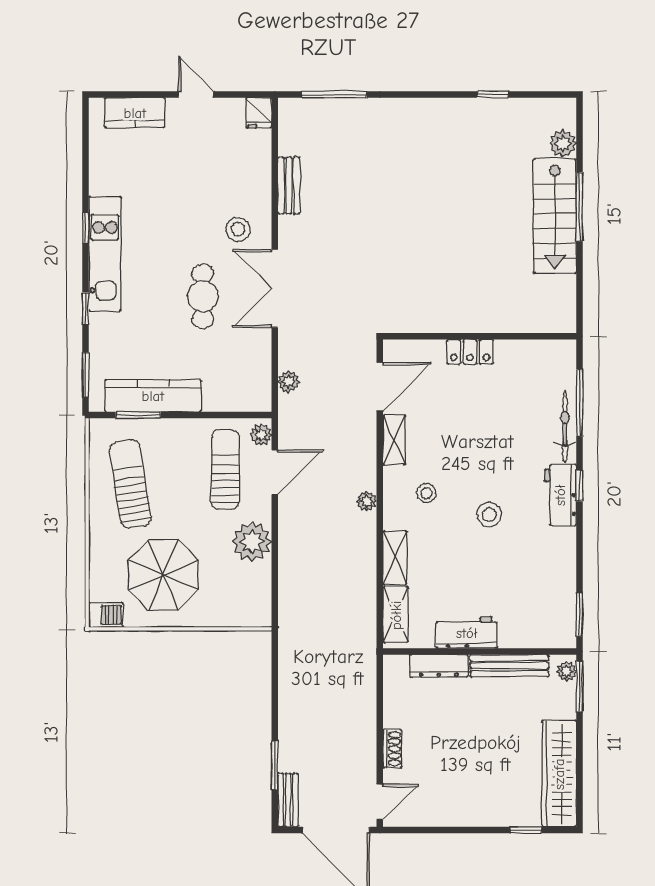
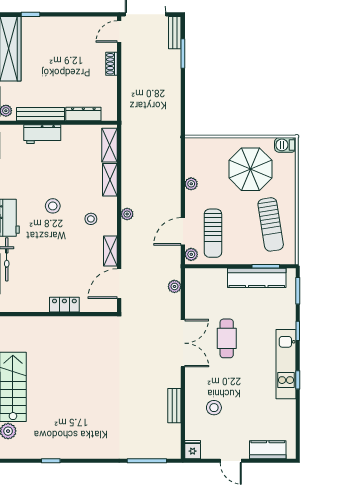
stool: (238, 229) -> (214, 408), moved
plant: (252, 542) -> (191, 184), width x0.53, depth x0.53
workbench: (467, 633) -> (42, 134), moved

